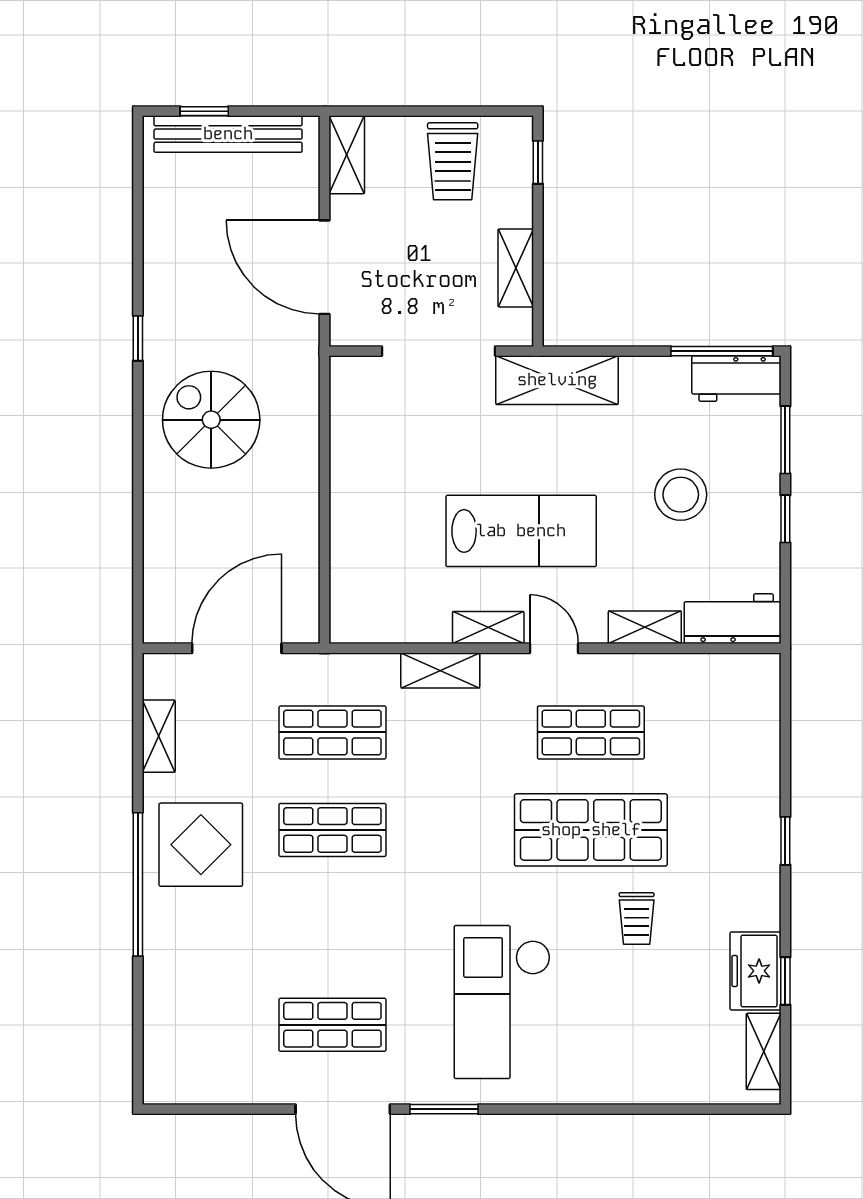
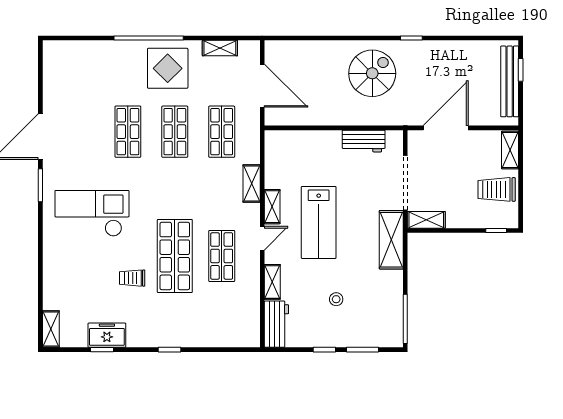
shelving: (347, 155) -> (510, 150), moved, turned 90
shelving: (516, 268) -> (426, 220), moved
workbench: (736, 379) -> (364, 141), moved, turned -90
stool: (681, 495) -> (336, 299), width x0.53, depth x0.53
shop shelf: (332, 1025) -> (128, 132), moved
shelving: (764, 1051) -> (51, 329), moved, turned 90

